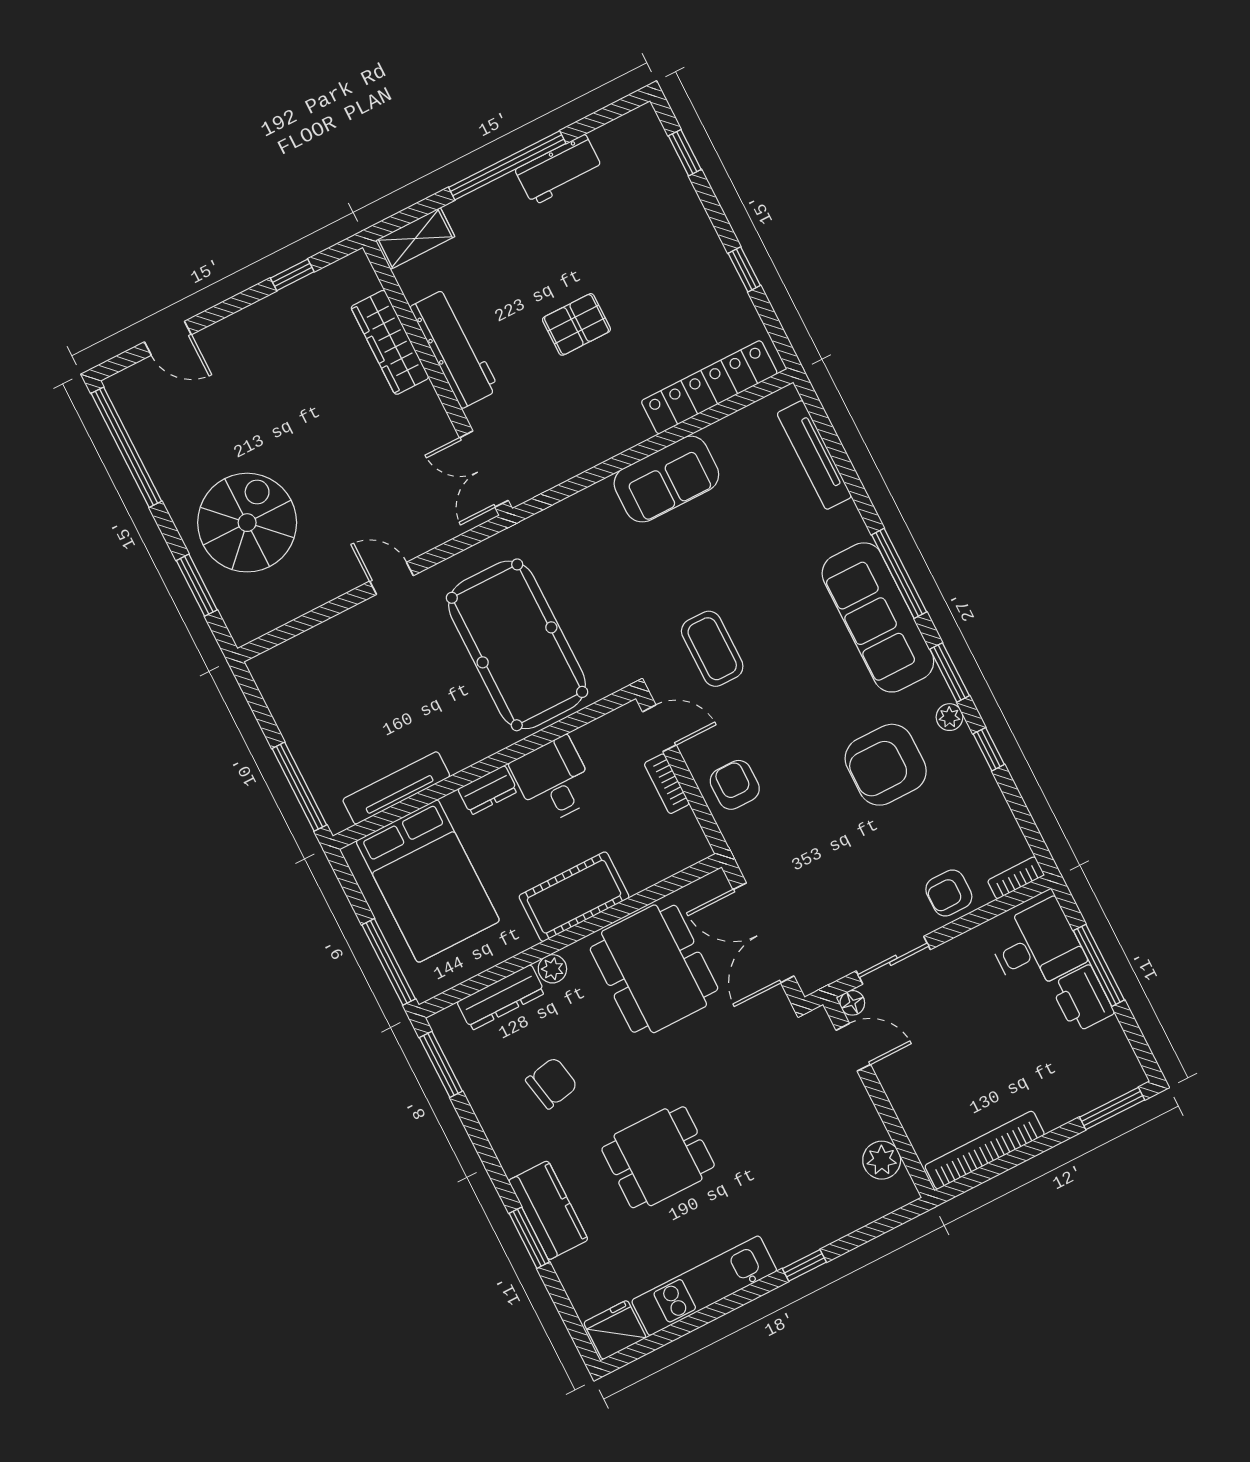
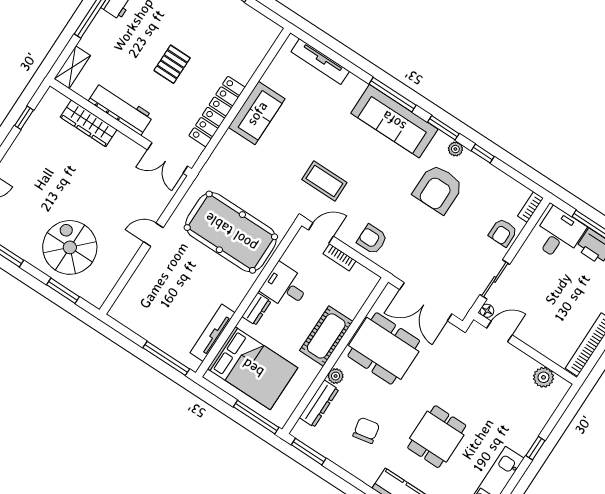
locker: (709, 387) -> (217, 112), moved

